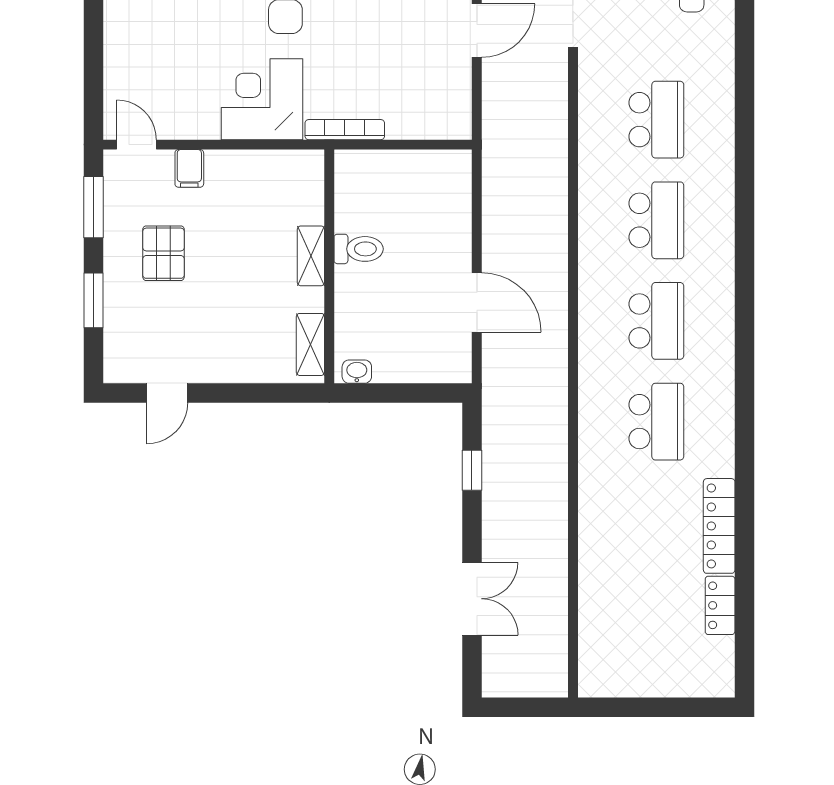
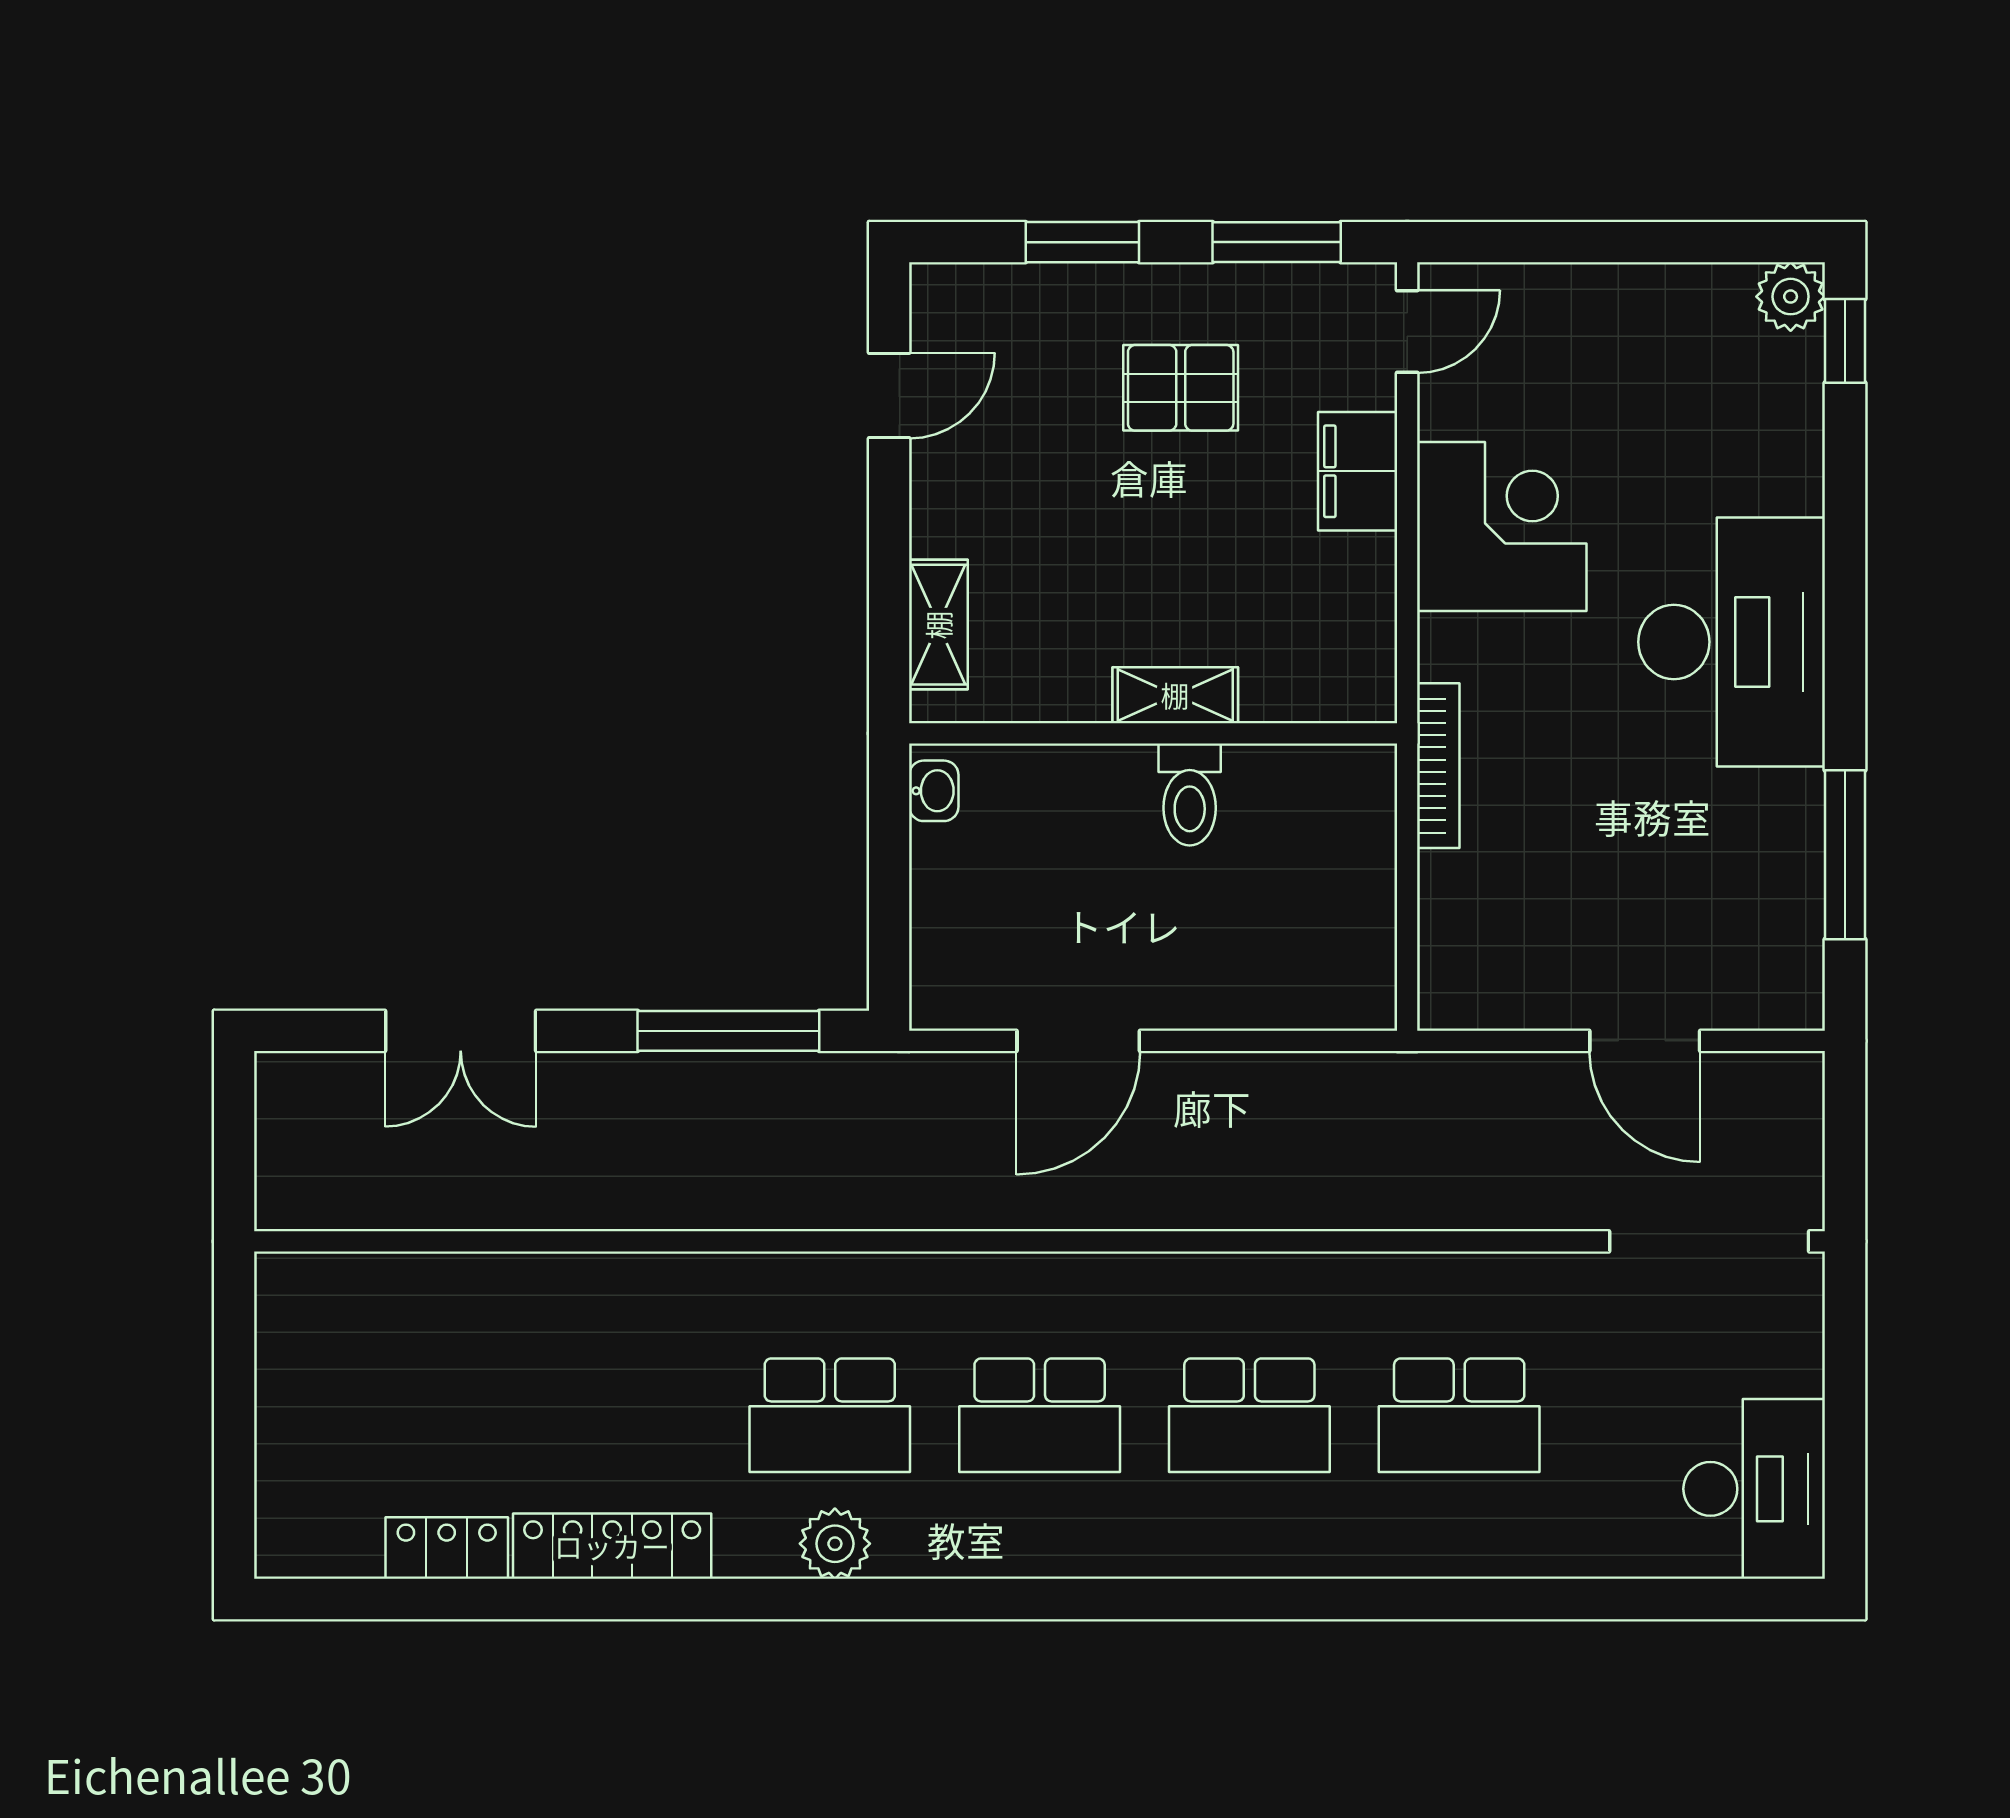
corner desk: (262, 99) -> (1502, 526), moved
filing cabinet: (189, 168) -> (1358, 471), width x2.00
shelving: (310, 344) -> (938, 625), moved, turned 90
door: (167, 393) -> (889, 395), swing flipped
plant: (718, 419) -> (835, 1544), added
window: (472, 470) -> (728, 1031), width x2.17

